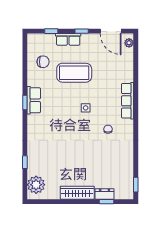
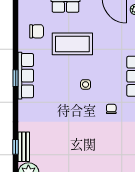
row of seats: (34, 100) -> (26, 76), width x1.48
bench: (32, 162) -> (24, 147), added

